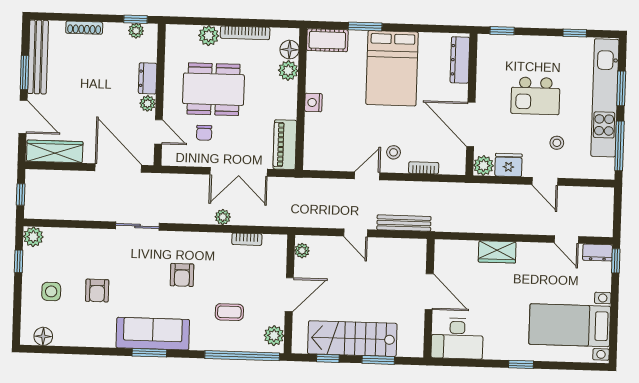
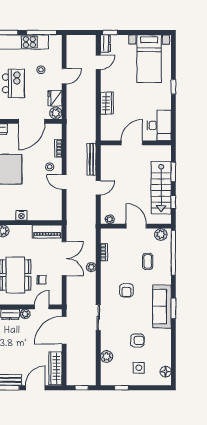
plant: (33, 237) -> (107, 356), moved
armchair: (182, 275) -> (126, 290), turned 90

